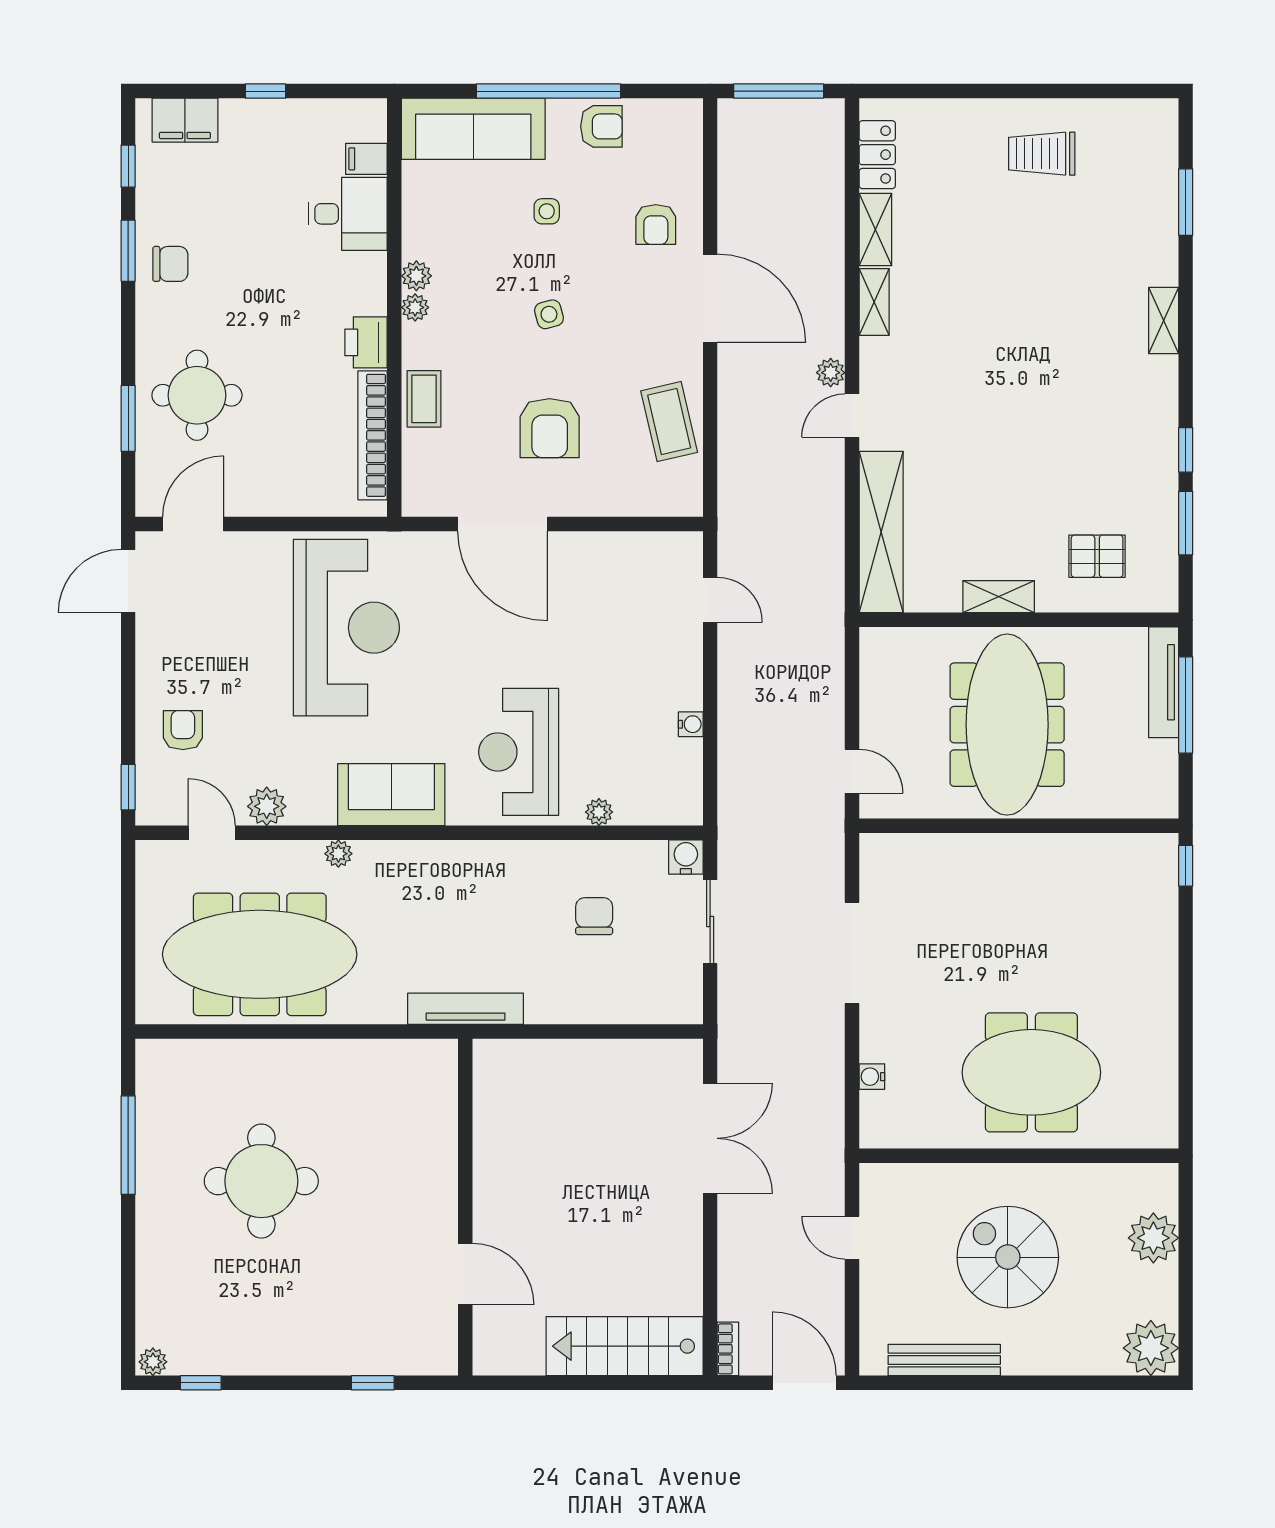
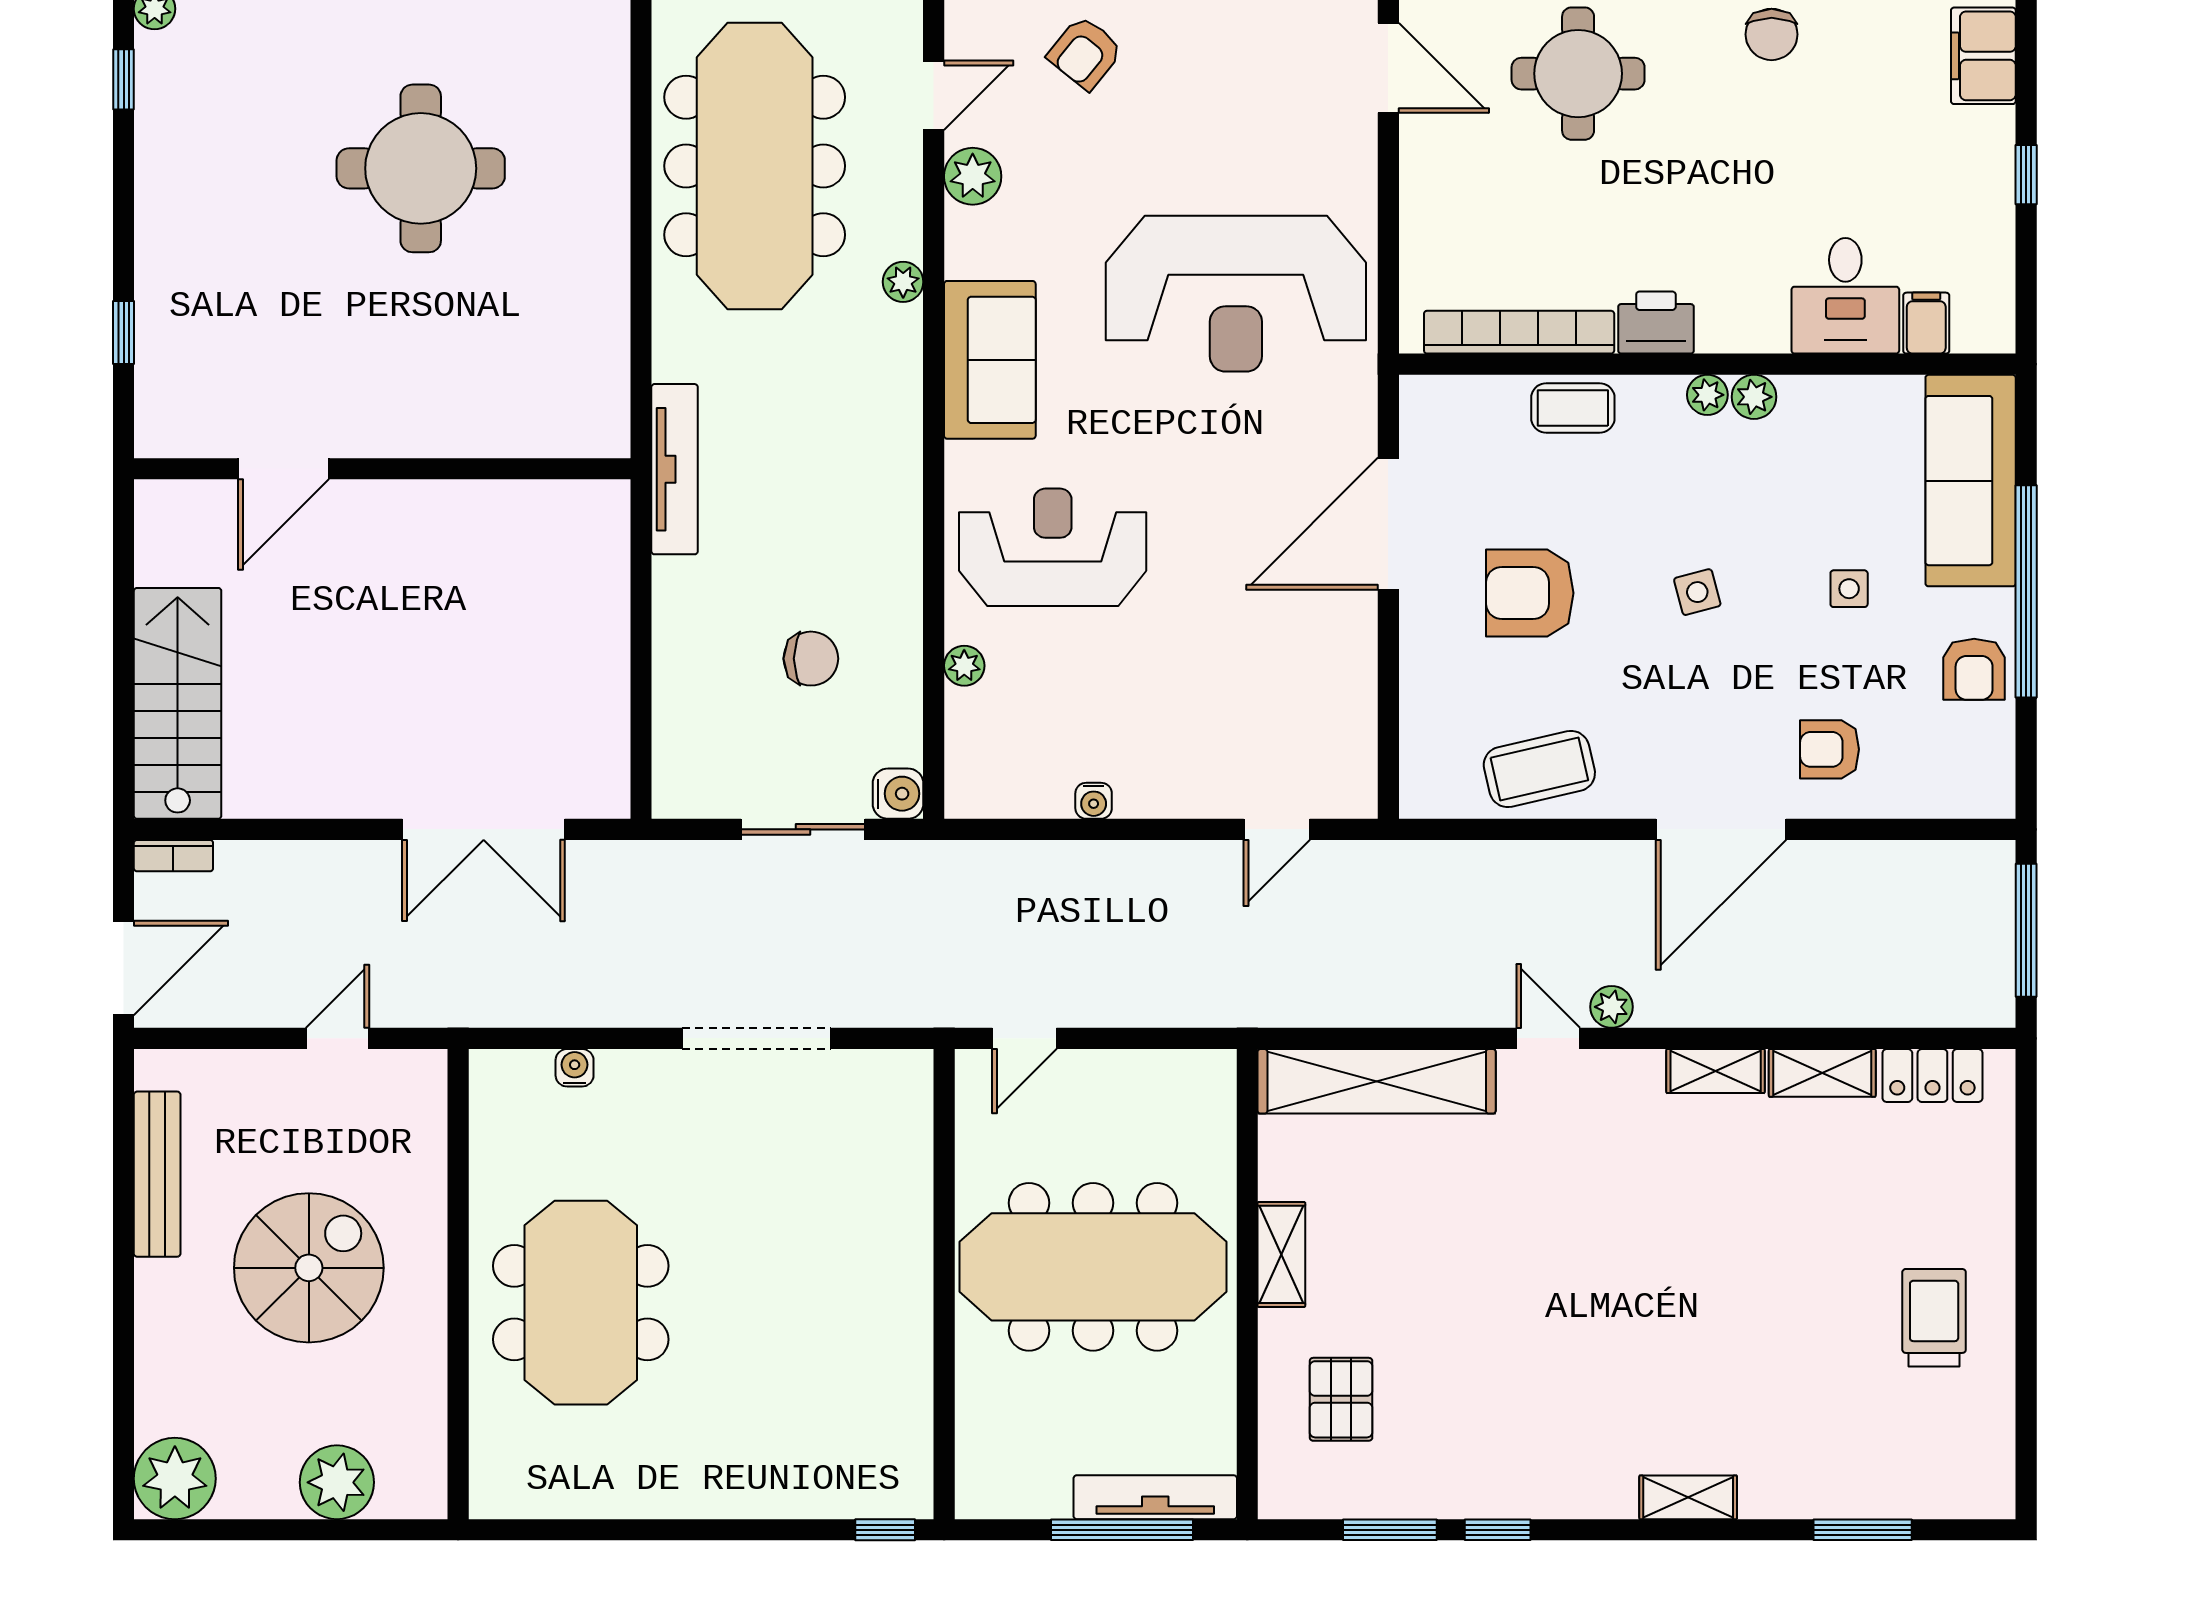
armchair: (183, 730) -> (1085, 53), turned 129

